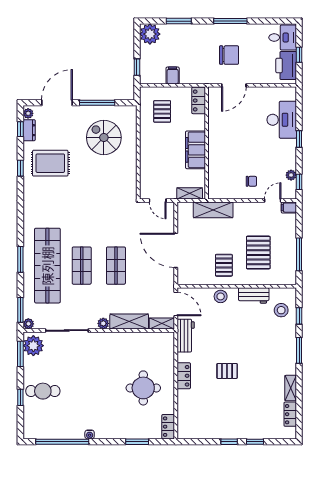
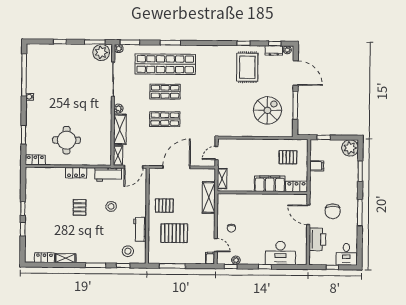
printer: (286, 65) -> (317, 239), moved, turned 90
filing cabinet: (195, 150) -> (270, 184), moved
stool: (221, 296) -> (111, 206), moved
cafe table: (43, 391) -> (65, 60), removed

